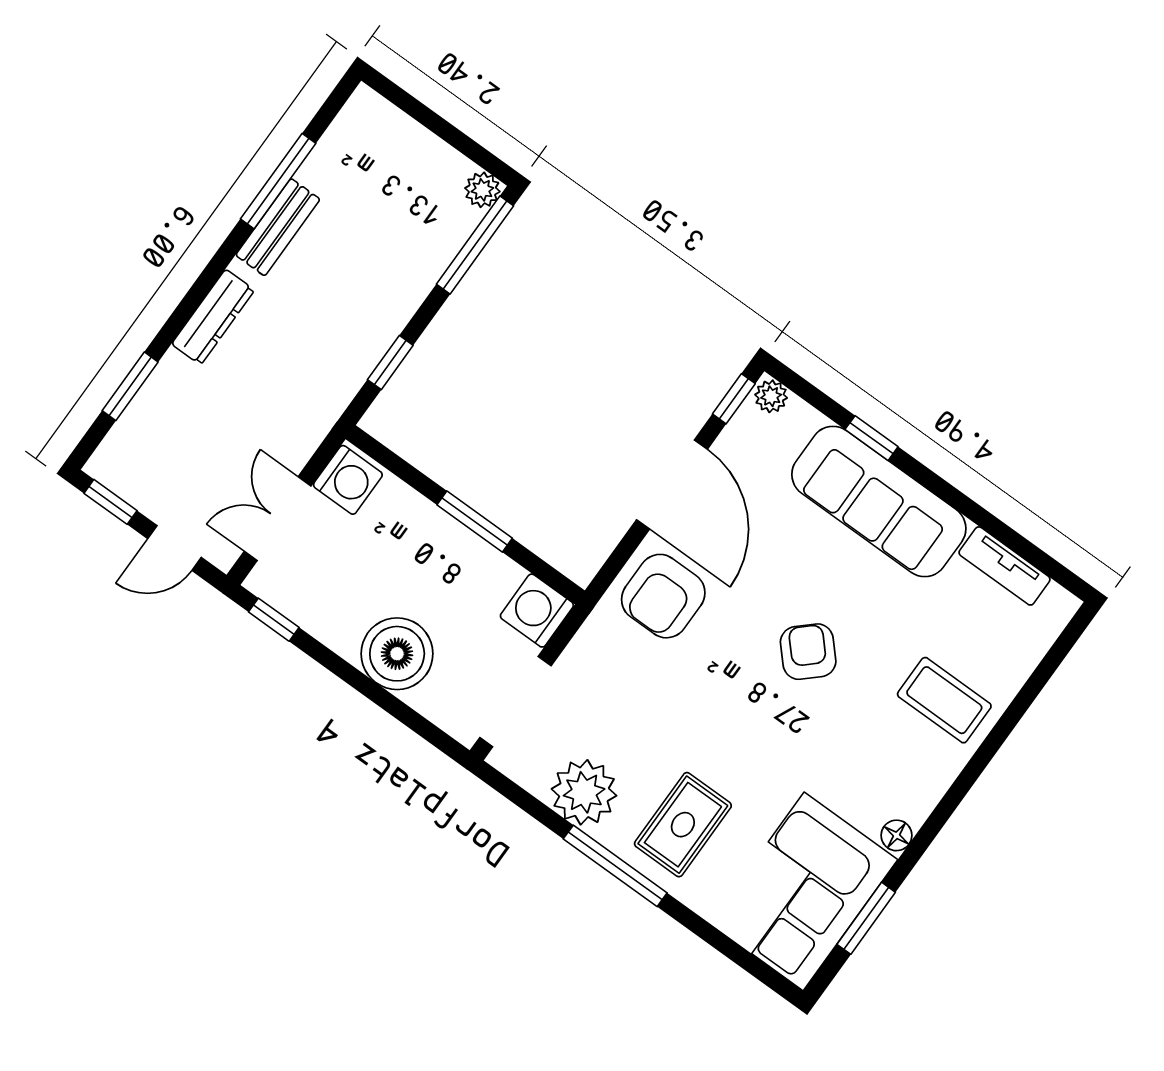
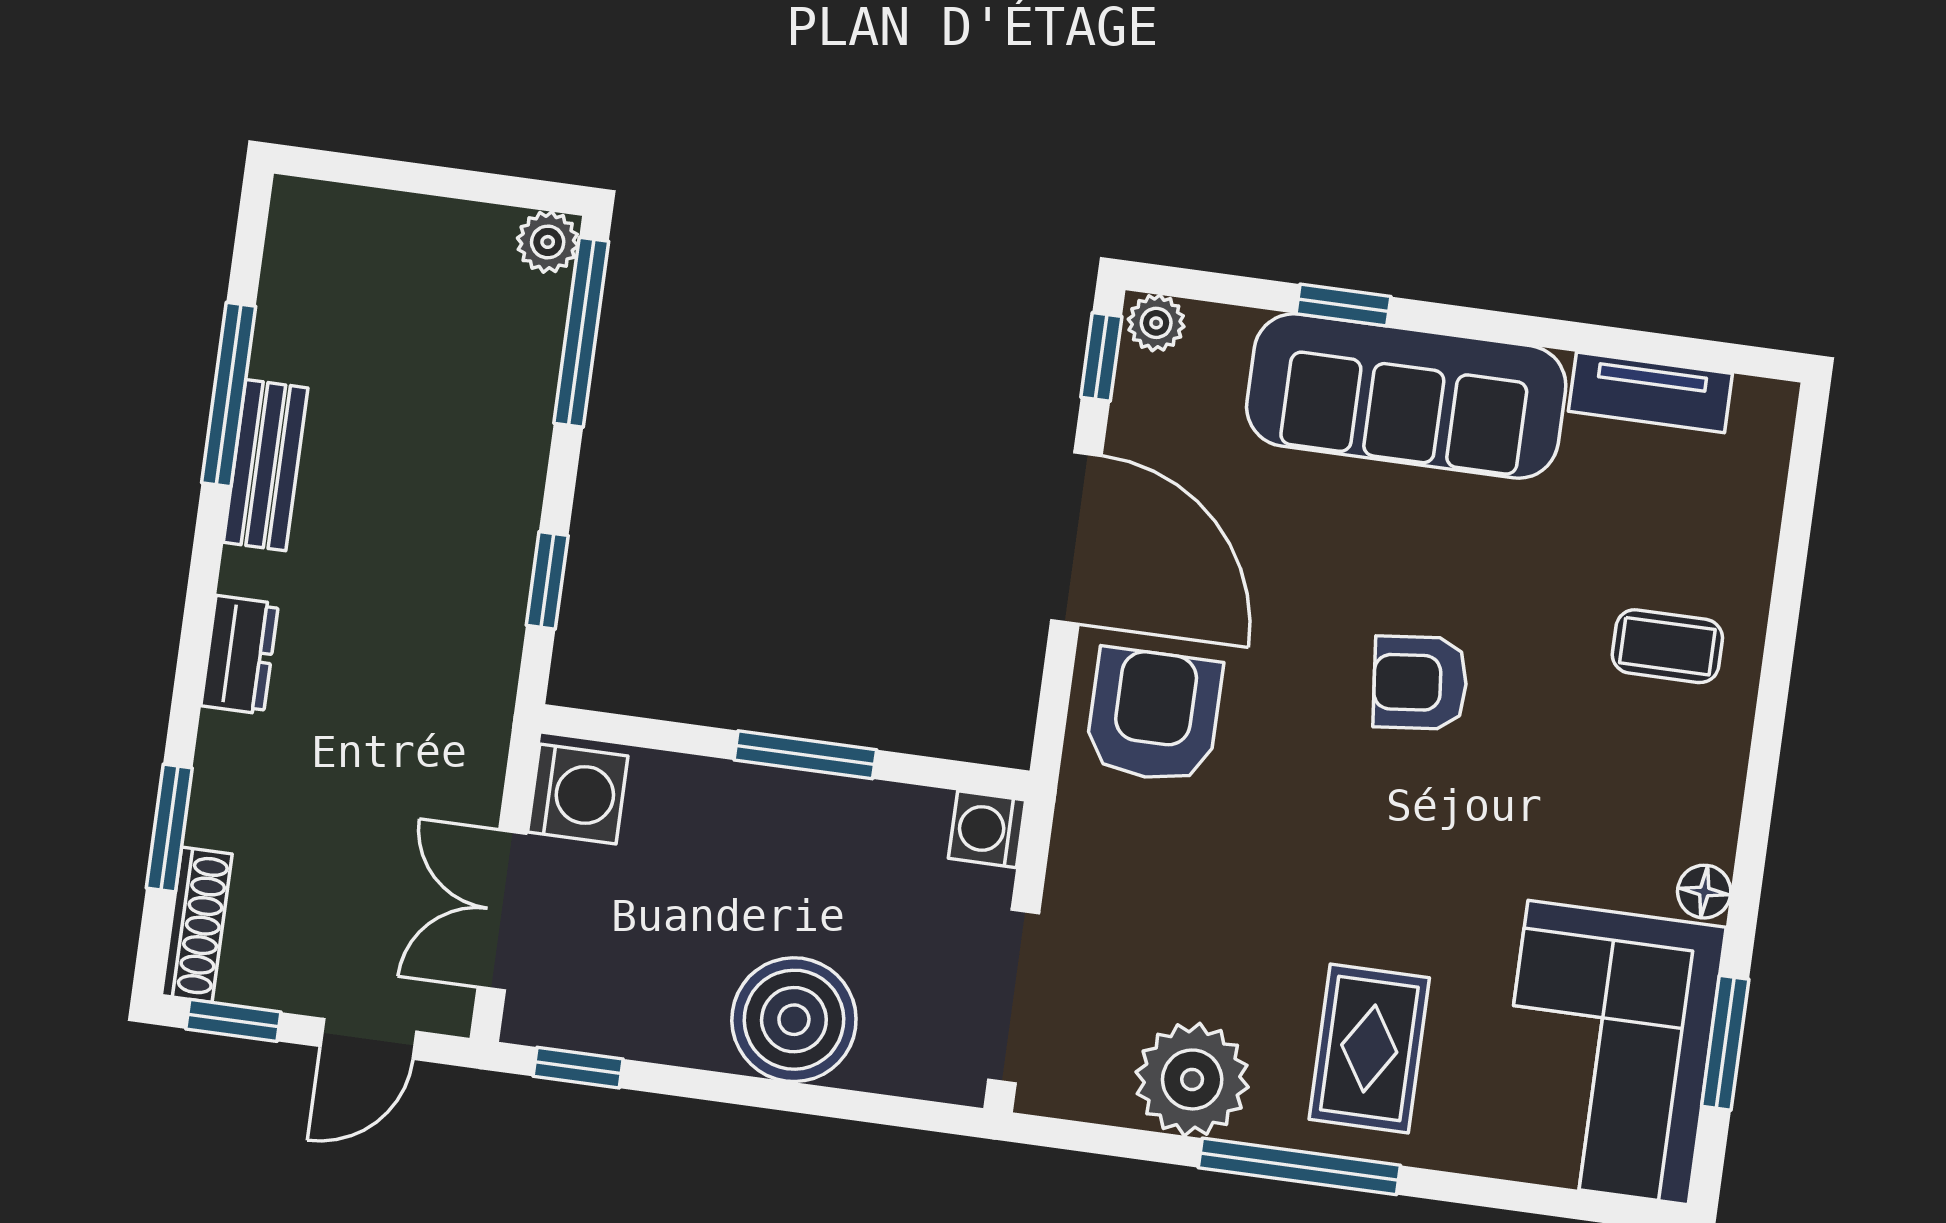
dresser: (213, 317) -> (240, 655), width x0.70
shoe rack: (118, 443) -> (197, 925), added
armchair: (663, 596) -> (1154, 716), turned 180
washing machine: (537, 611) -> (987, 829), width x0.73, depth x0.73
armchair: (808, 652) -> (1420, 683), turned -53
coffee table: (944, 700) -> (1667, 646), width x0.73, depth x0.77

